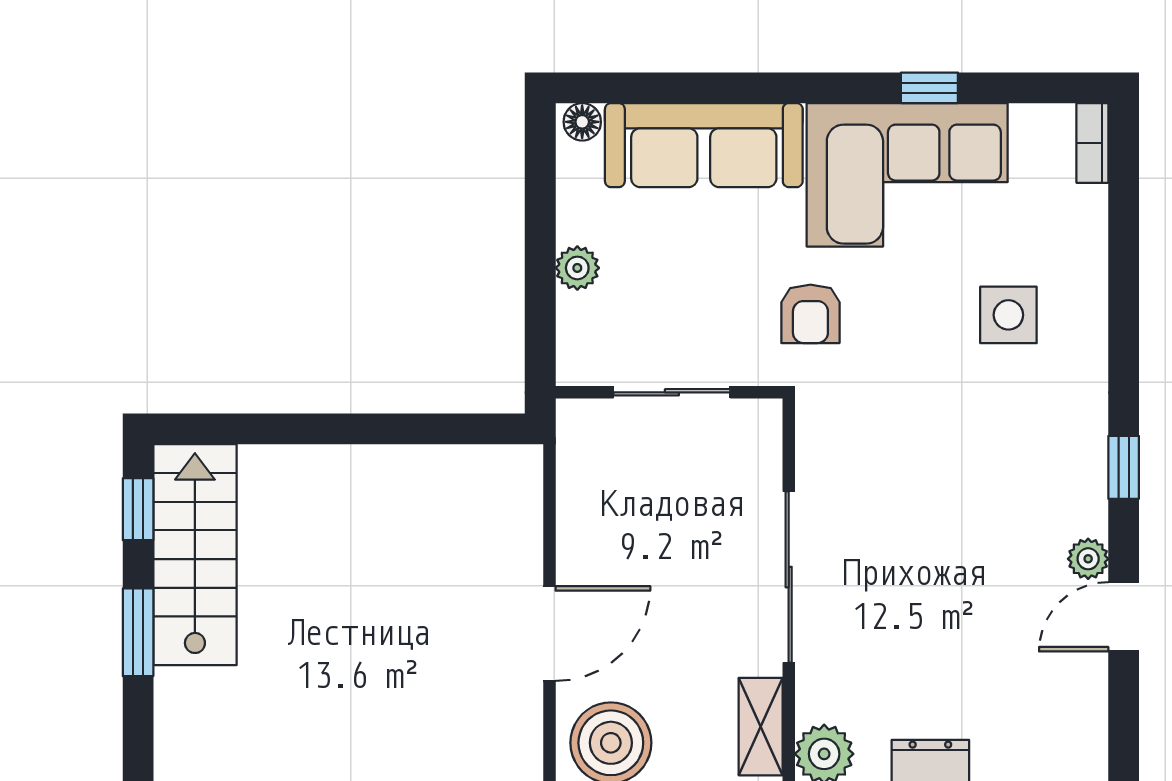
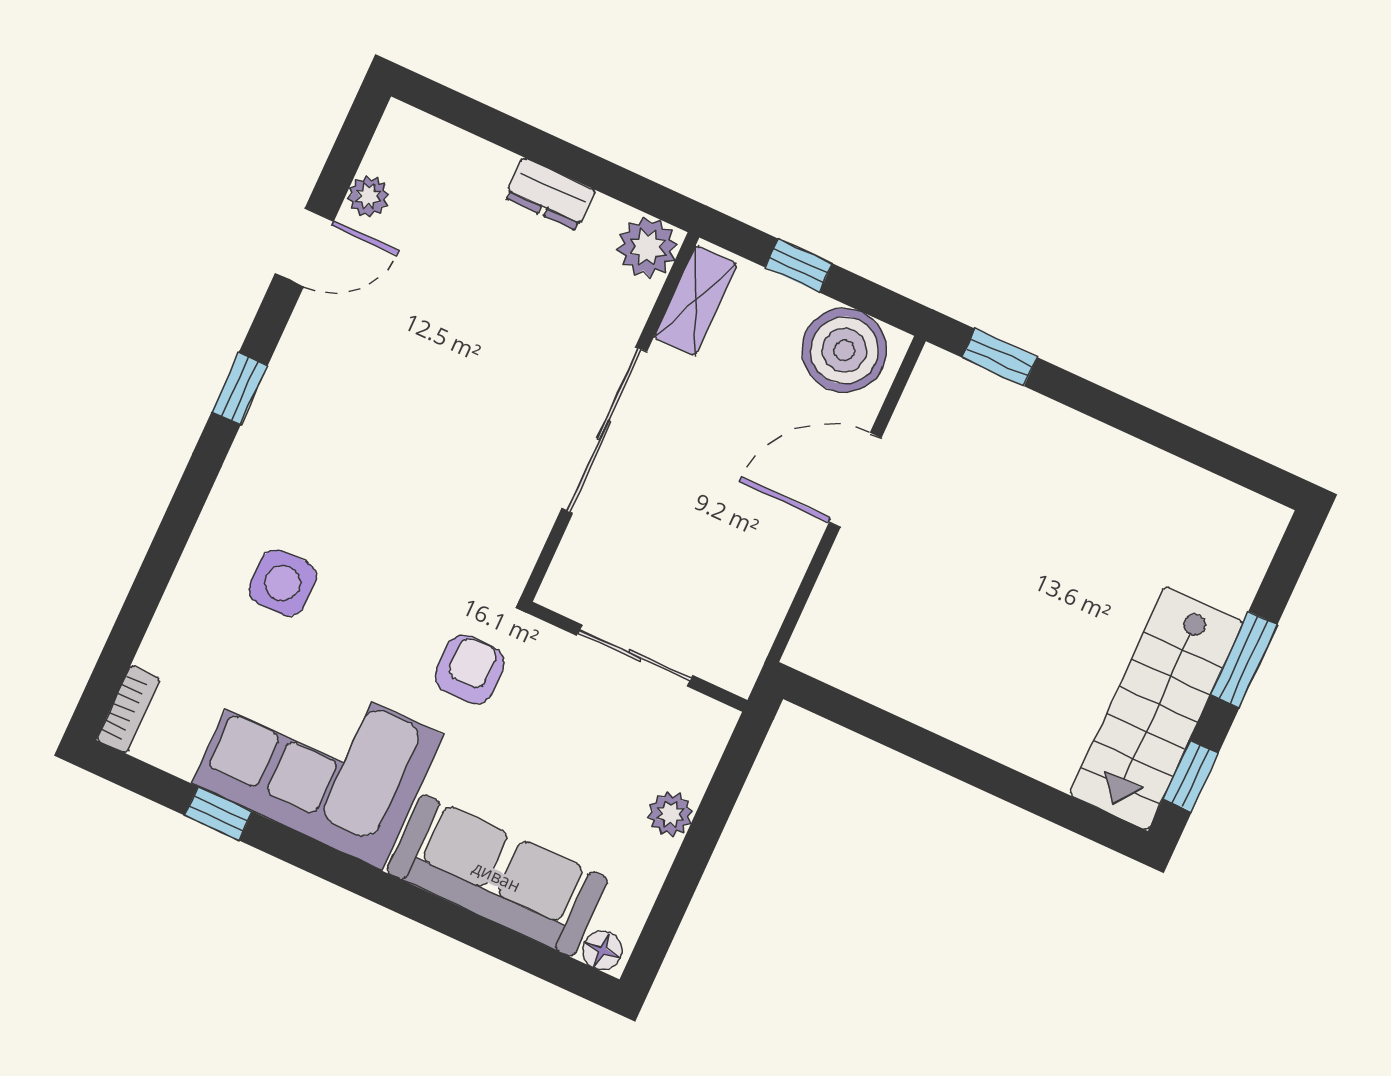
window: (929, 88) -> (219, 813), moved
plant: (1088, 559) -> (368, 196), moved

